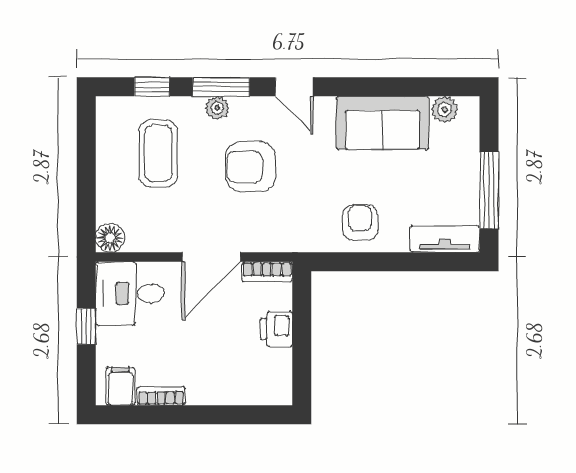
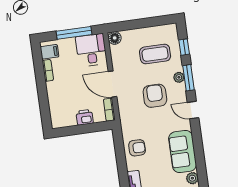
door: (294, 87) -> (193, 110), hinge flipped
window: (86, 326) -> (74, 33), width x2.17

